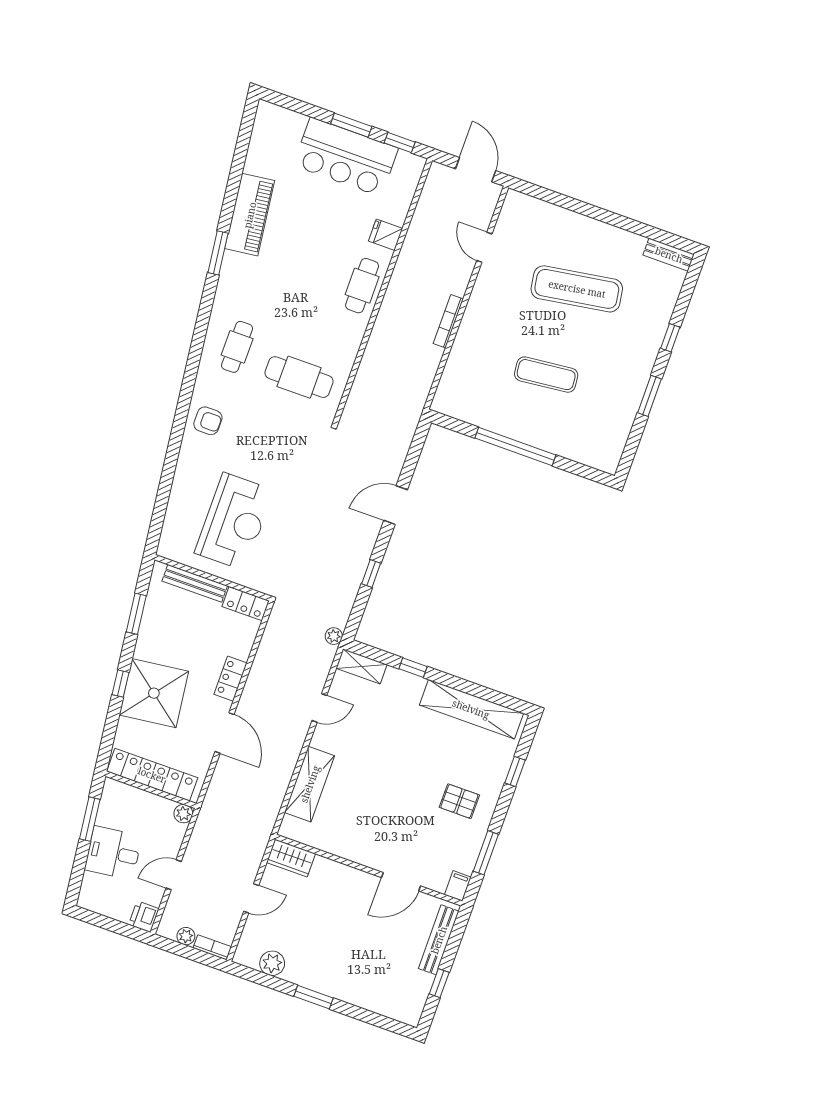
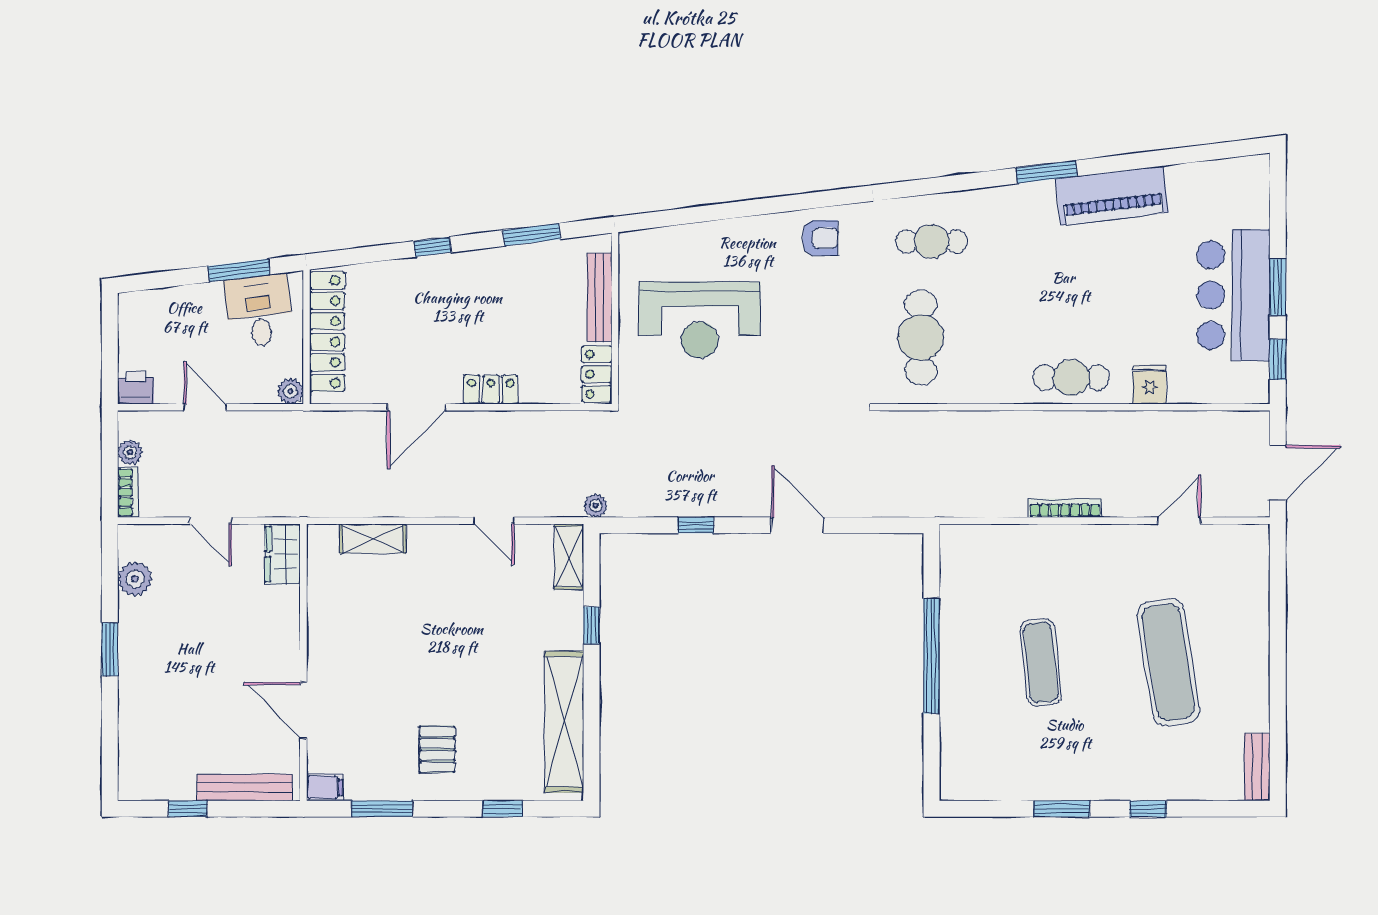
armchair: (208, 421) -> (820, 238), turned -90
shower: (154, 693) -> (435, 295), removed
shelving: (310, 784) -> (373, 539), width x0.67, depth x0.75
desk: (113, 853) -> (259, 311), moved

